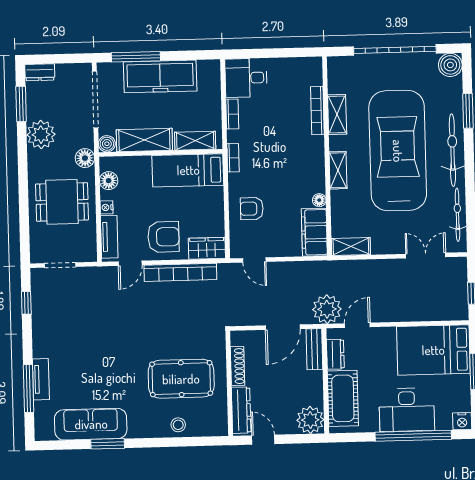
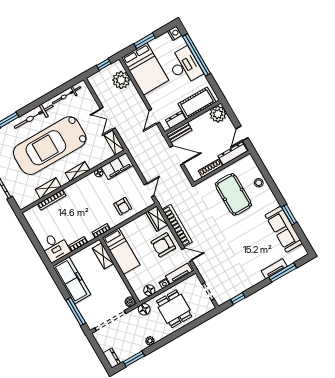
freezer: (160, 76) -> (72, 280), moved
plant: (41, 135) -> (150, 341), width x0.53, depth x0.53
shelving: (144, 140) -> (117, 283), removed
armchair: (163, 237) -> (163, 245), turned -90
double door: (426, 255) -> (108, 118), moved
plant: (327, 309) -> (121, 80), moved
door: (357, 325) -> (154, 116), hinge flipped

